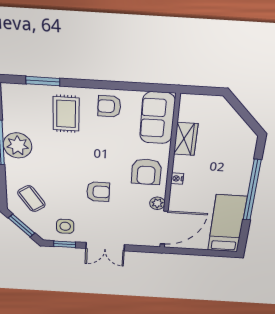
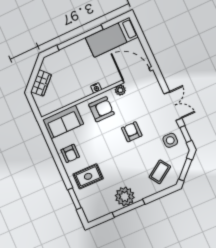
wardrobe: (186, 139) -> (41, 83), moved, turned 135

